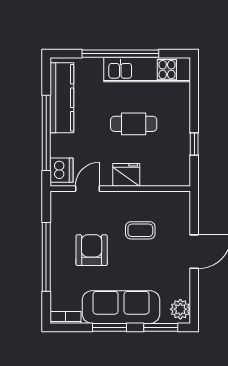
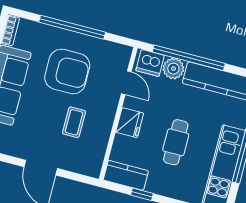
plant: (61, 145) -> (173, 69), added
kitchen counter: (180, 165) -> (126, 175), added
armchair: (92, 250) -> (67, 71), width x1.36, depth x1.36

